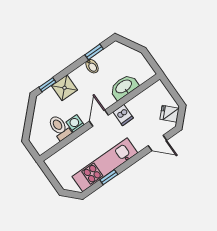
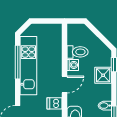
door: (99, 118) -> (64, 85), hinge flipped
window: (109, 177) -> (18, 62), width x2.17

